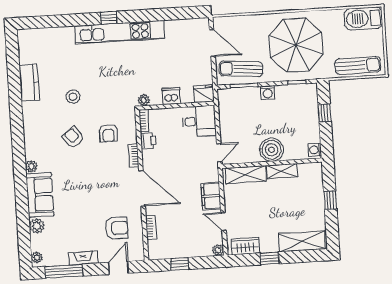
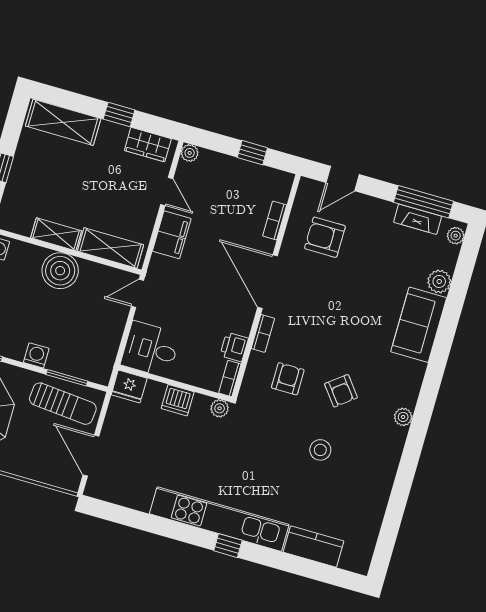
kitchen counter: (29, 83) -> (314, 547), moved, turned 90
plant: (31, 166) -> (403, 417), moved
fireplace: (83, 258) -> (418, 219), moved

